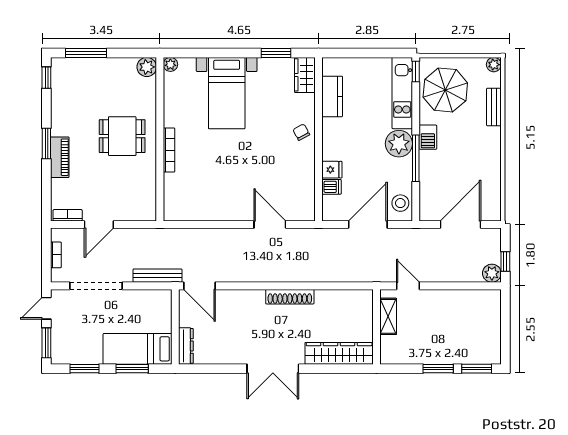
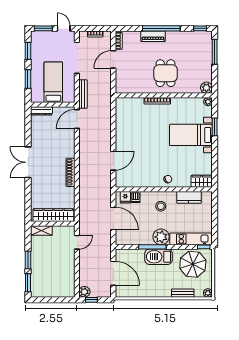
window: (276, 53) -> (215, 127), moved
barbecue: (428, 137) -> (158, 257), width x1.88, depth x1.53
window: (46, 143) -> (161, 28), width x2.11
fridge: (332, 170) -> (125, 197), moved
stool: (400, 203) -> (161, 206), moved
door: (99, 224) -> (113, 59), hinge flipped
shelving: (388, 316) -> (41, 230), moved
bed: (138, 349) -> (53, 82), moved
wardrobe: (339, 353) -> (53, 215), moved, turned -90

